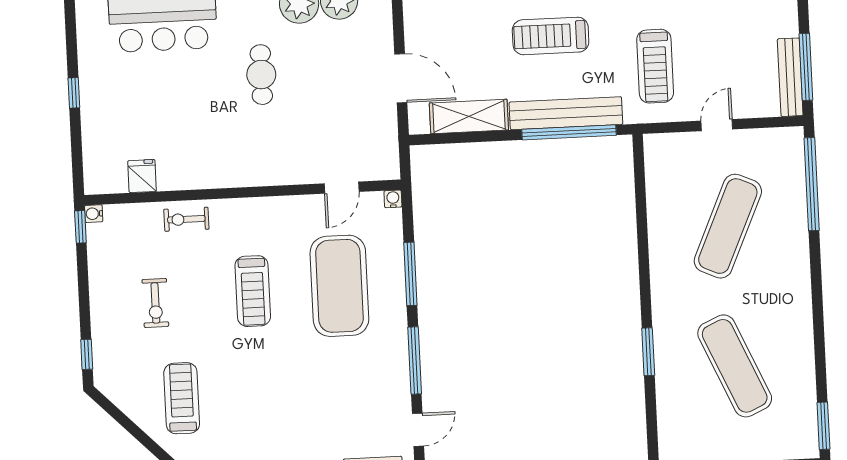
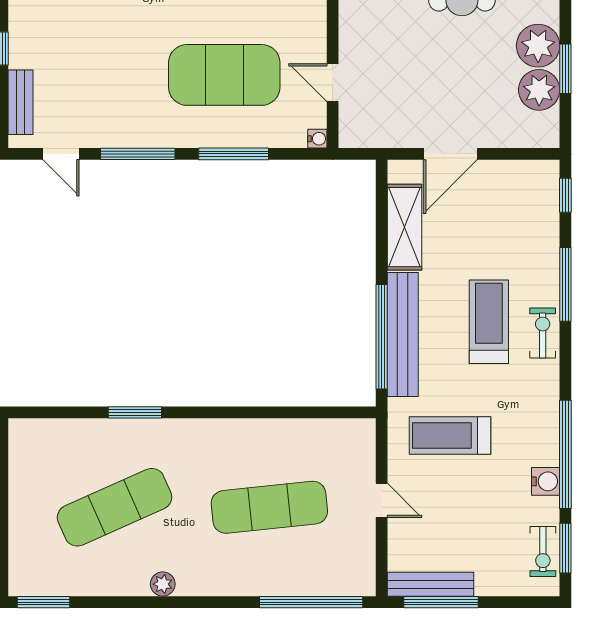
exercise mat: (728, 226) -> (269, 507), turned -30
plant: (802, 319) -> (163, 584), added

